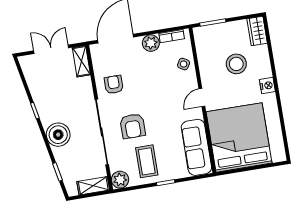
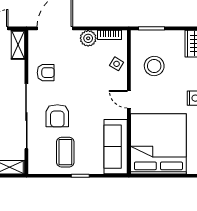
stool: (236, 64) -> (154, 66), moved
armchair: (114, 85) -> (46, 73), turned 90
door: (202, 97) -> (129, 99), hinge flipped
plant: (120, 180) -> (36, 166), removed

